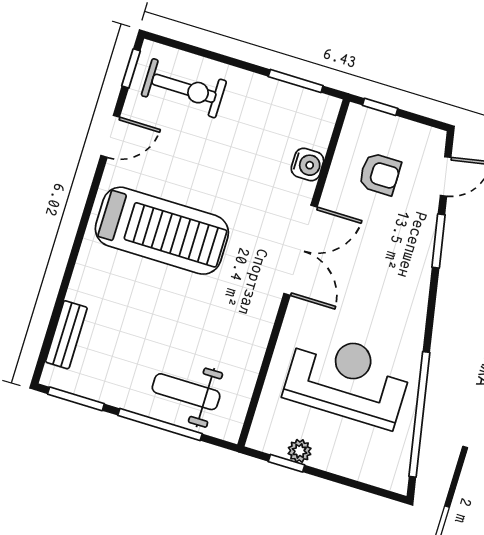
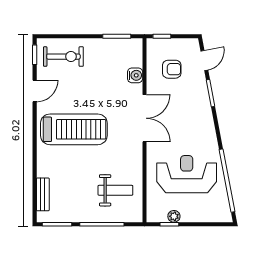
weight bench: (186, 392) -> (115, 190), moved, turned 180

